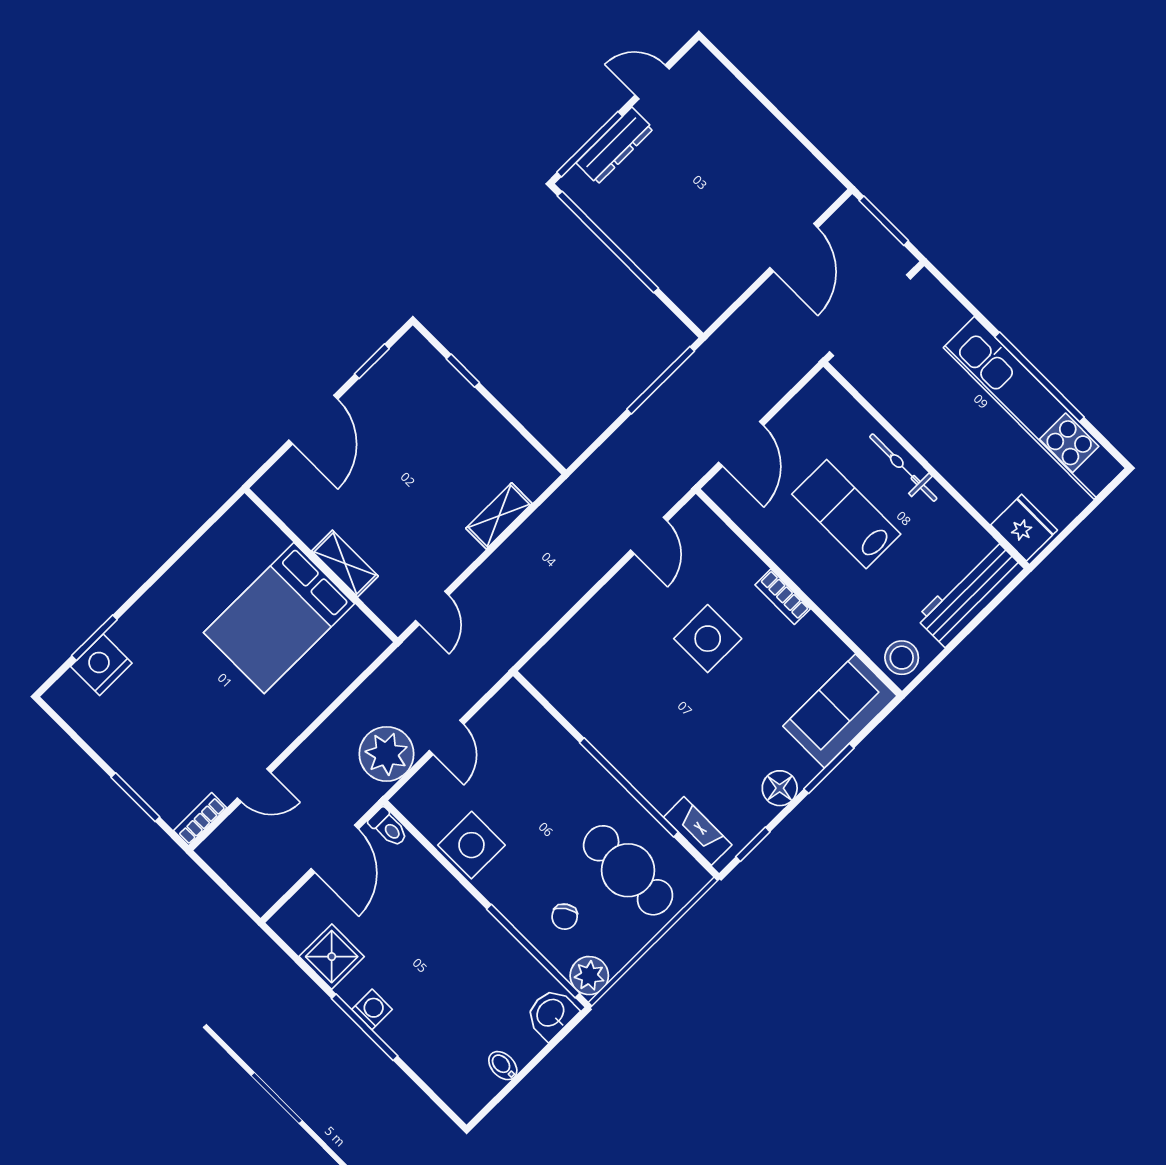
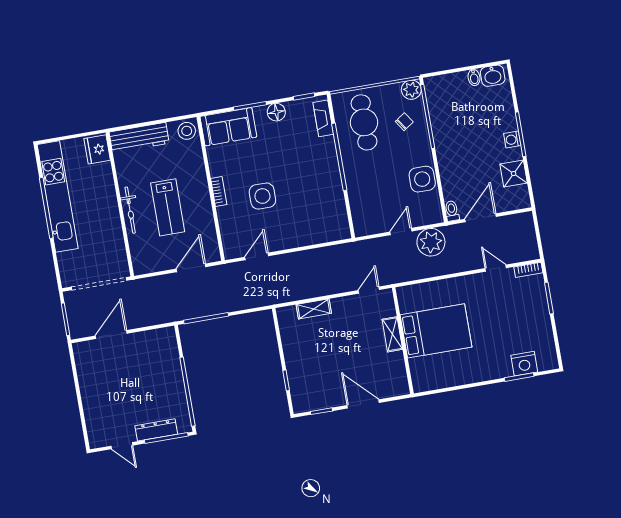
door: (313, 420) -> (363, 404), hinge flipped
washbasin: (551, 1014) -> (493, 76), moved

